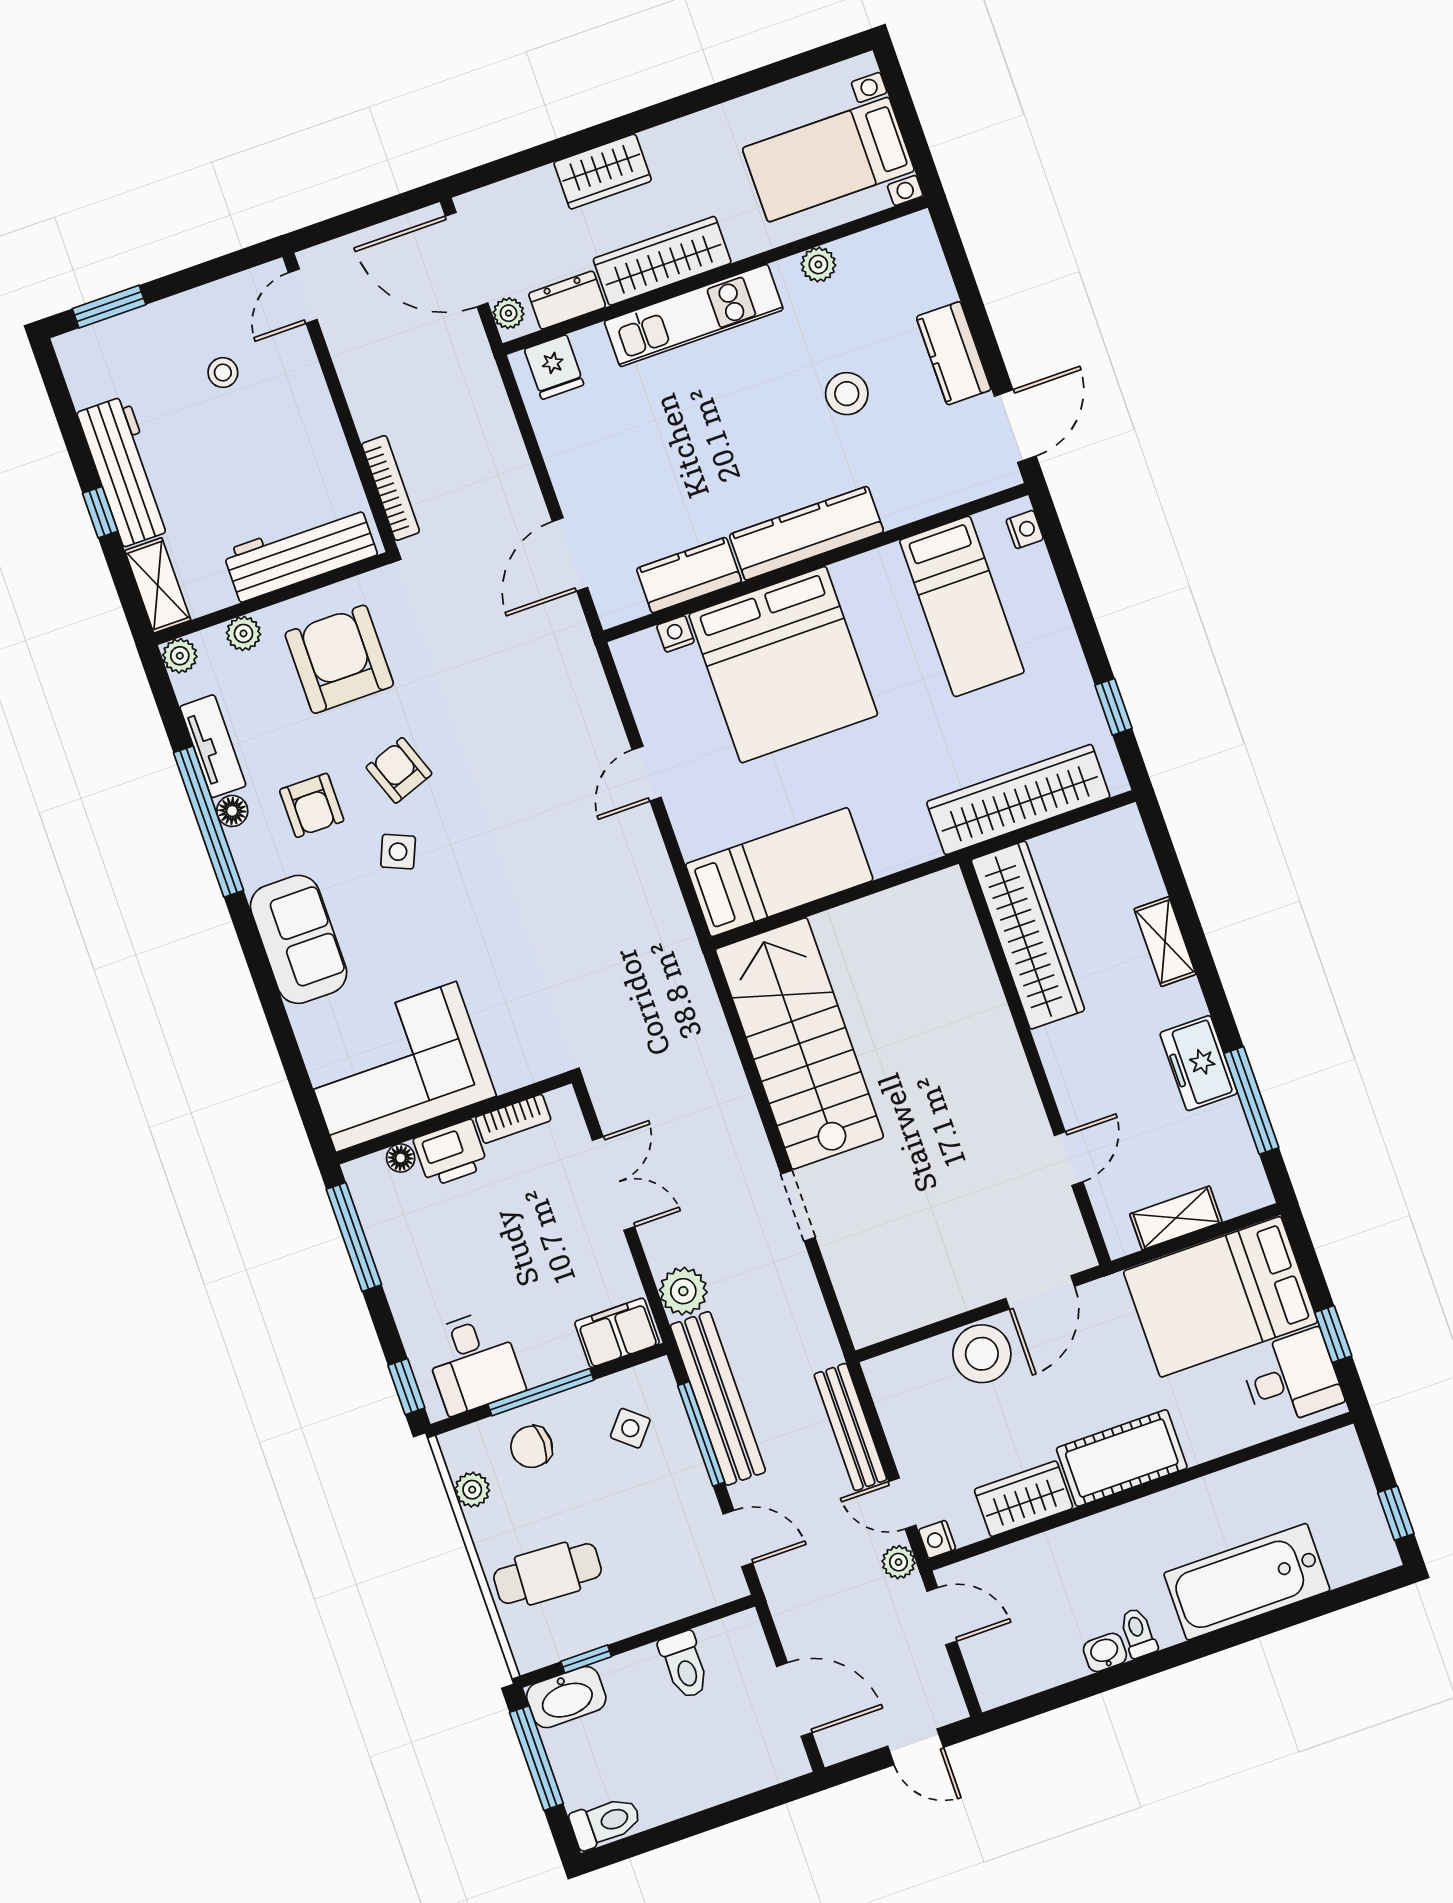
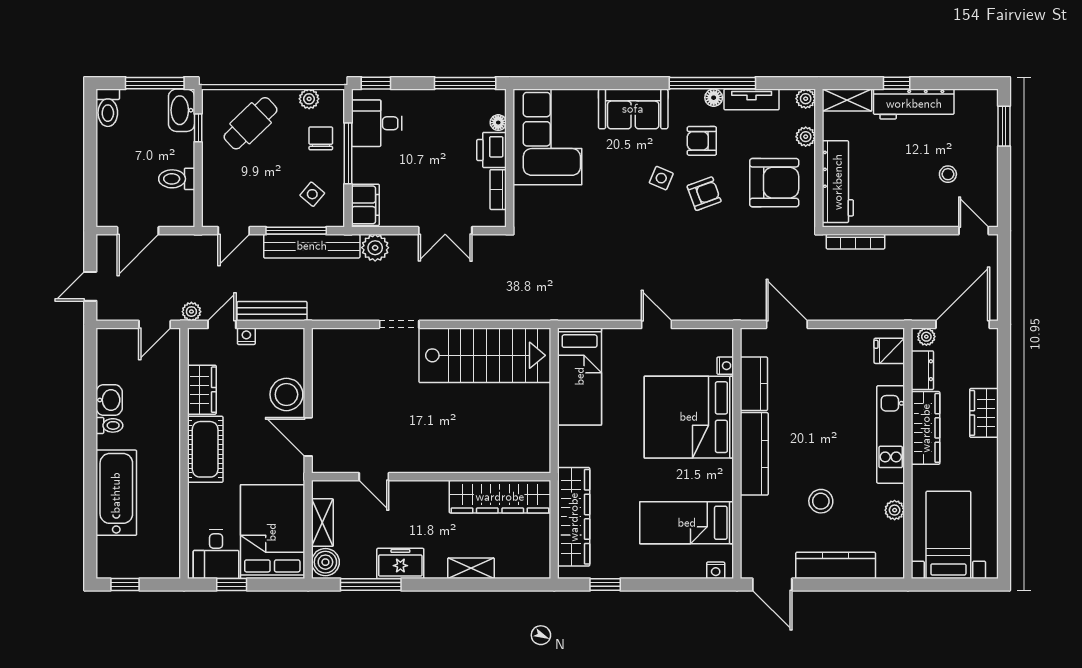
kitchen counter: (954, 353) -> (836, 565), width x1.50
boiler: (1240, 1190) -> (325, 562), added
nightstand: (937, 1539) -> (246, 336), moved
cafe table: (547, 1574) -> (251, 123), turned 43
washbasin: (1105, 1652) -> (109, 400), width x1.38, depth x1.45

